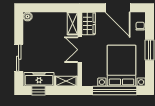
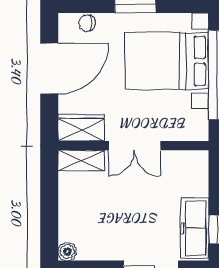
shelving: (66, 81) -> (198, 174), removed

